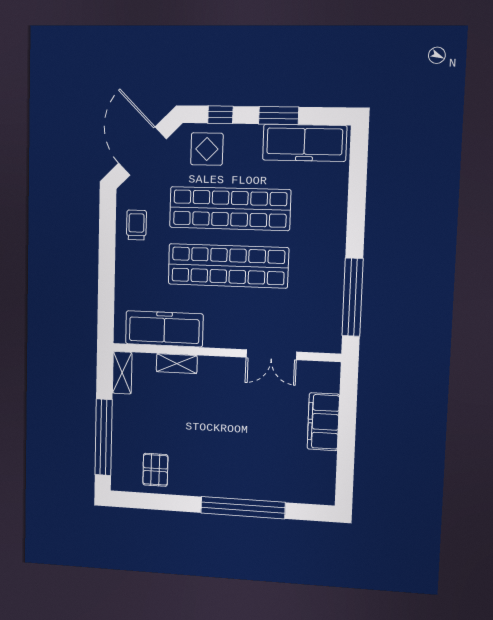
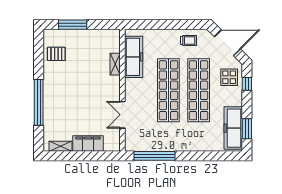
window: (279, 116) -> (247, 129), moved
shelving: (122, 373) -> (60, 146), moved
window: (104, 437) -> (73, 25), width x0.68

